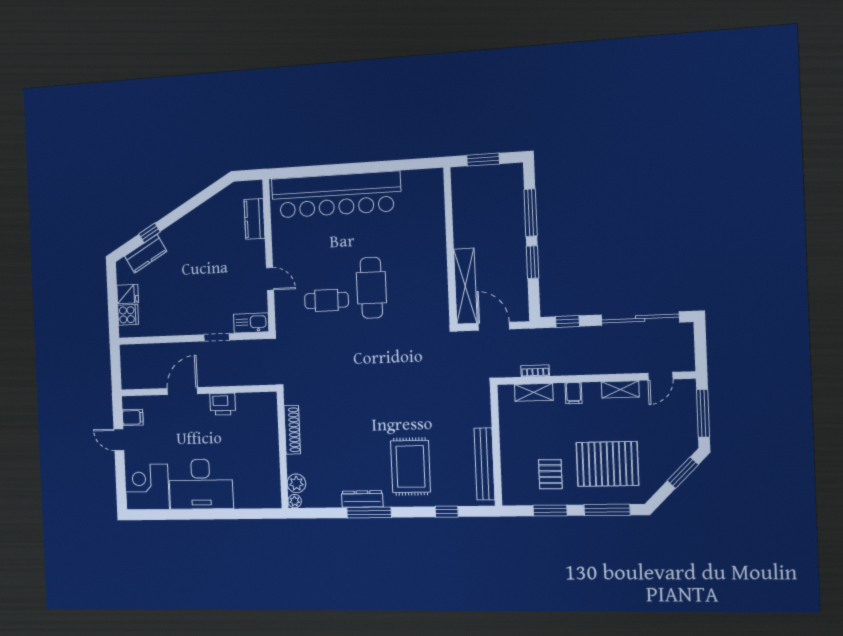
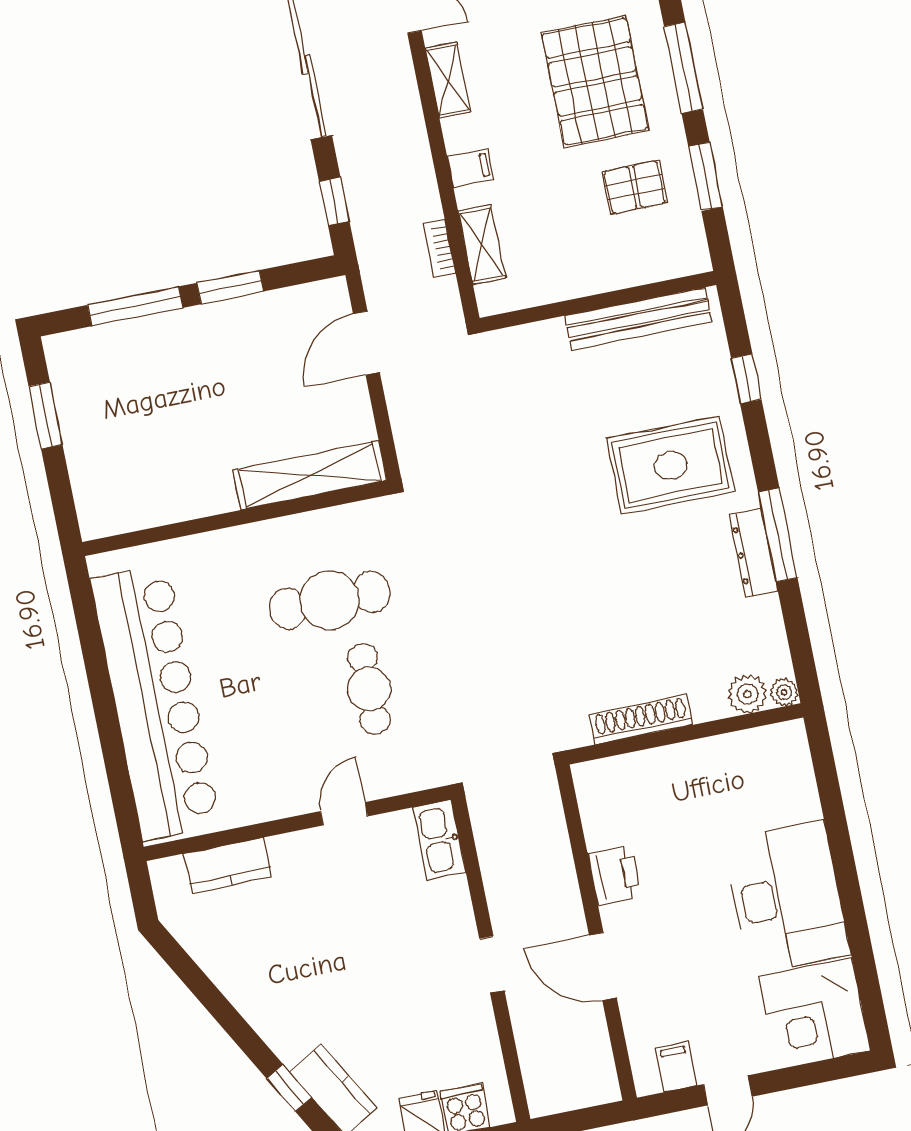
wall: (450, 246) -> (236, 518), moved
shelving: (465, 286) -> (310, 475), moved
doorway: (217, 337) -> (492, 965), moved

